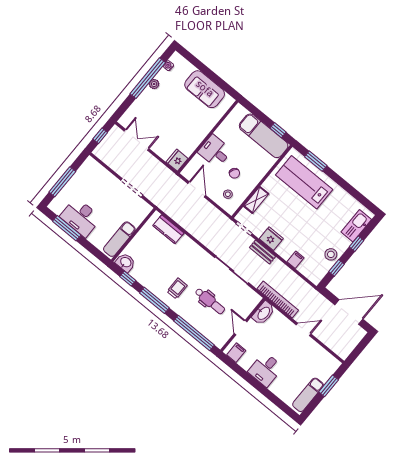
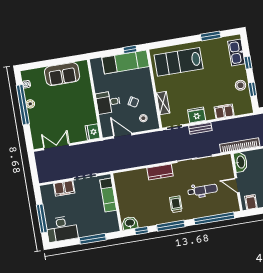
window: (100, 136) -> (33, 168), removed
window: (316, 161) -> (211, 36), moved
filing cabinet: (106, 178) -> (64, 188), added
desk: (81, 217) -> (62, 229), moved
window: (67, 228) -> (93, 239), moved
kitchen counter: (168, 229) -> (160, 172), moved
exam couch: (119, 239) -> (108, 195), moved
filing cabinet: (296, 260) -> (224, 111), width x2.00

